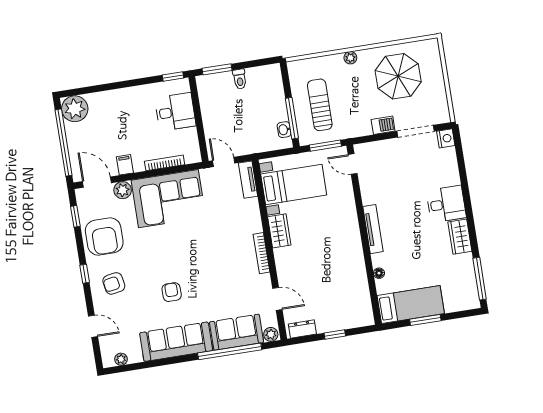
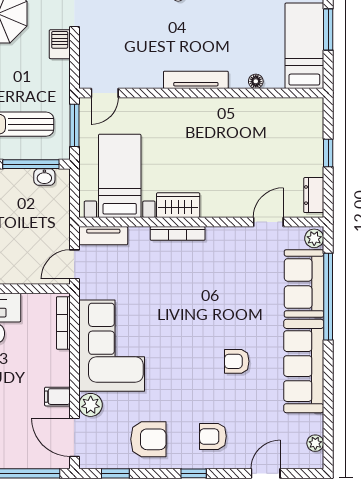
bookcase: (165, 163) -> (63, 323), moved
door: (97, 182) -> (74, 437), hinge flipped
armchair: (104, 237) -> (148, 439), width x0.73, depth x0.73
bookcase: (261, 253) -> (178, 233), moved
armchair: (114, 283) -> (213, 436), turned 100

